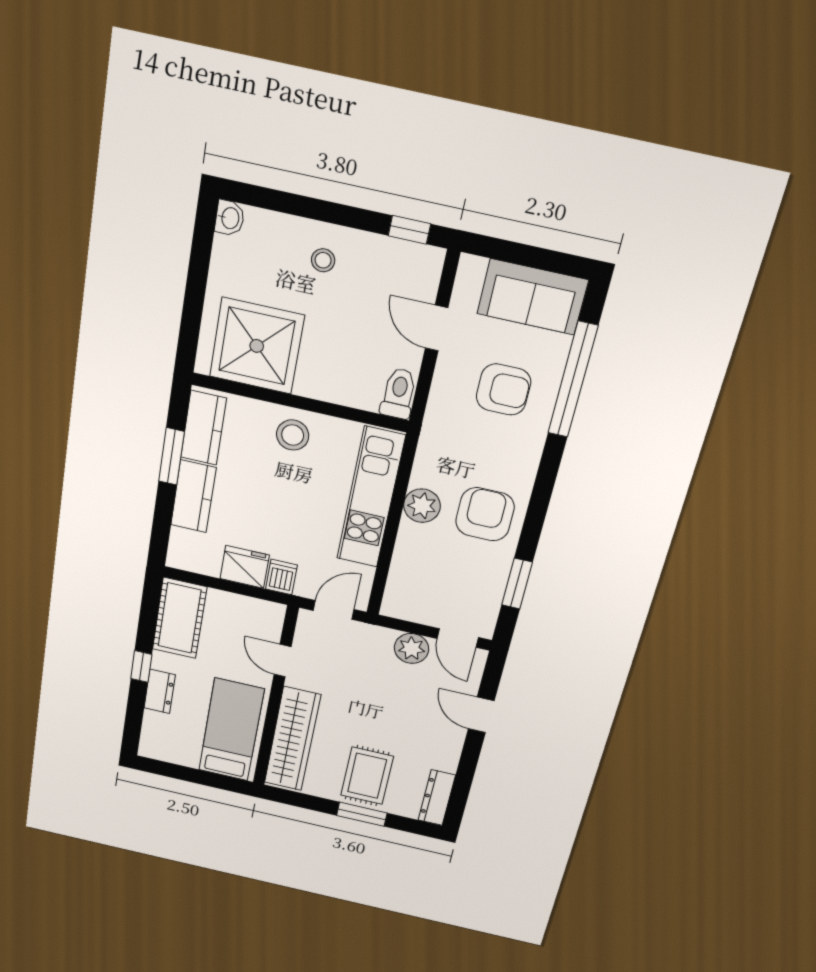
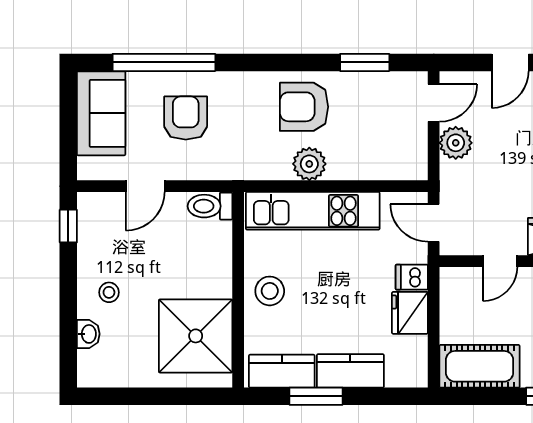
washbasin: (230, 218) -> (88, 334), moved, turned 90

